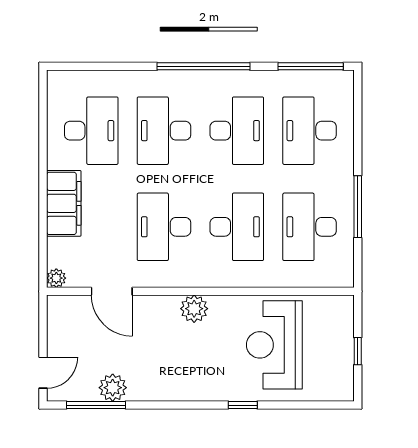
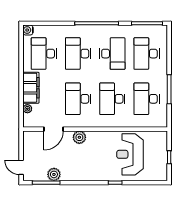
water cooler: (58, 81) -> (28, 30), added
desk: (91, 131) -> (44, 54), turned 180
desk: (237, 227) -> (112, 99), turned 180
plant: (56, 278) -> (27, 109), moved
door: (112, 291) -> (54, 129), hinge flipped
plant: (194, 309) -> (79, 137), moved
door: (43, 373) -> (21, 167), swing flipped

